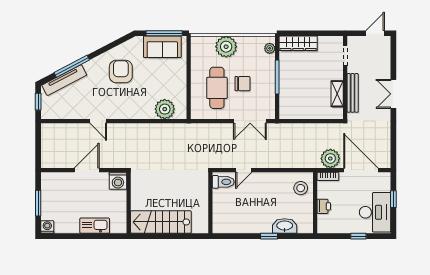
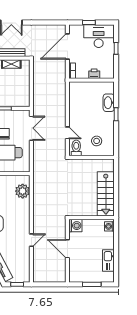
plant: (330, 158) -> (59, 69), removed
stool: (301, 188) -> (97, 141), moved
kitchen sink: (95, 226) -> (108, 261), moved
washing machine: (47, 227) -> (109, 226), moved

